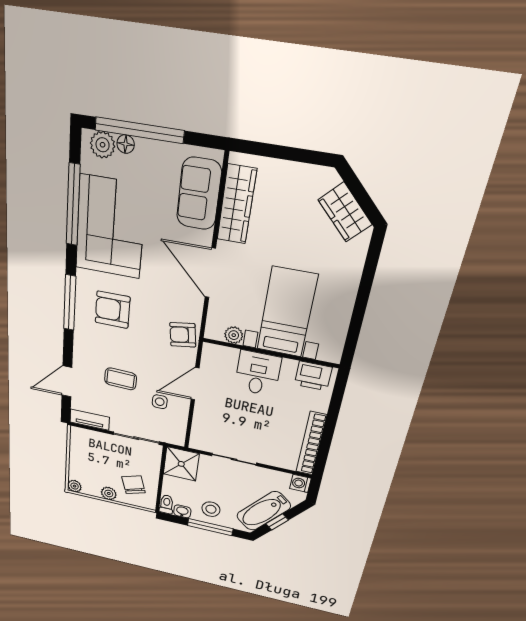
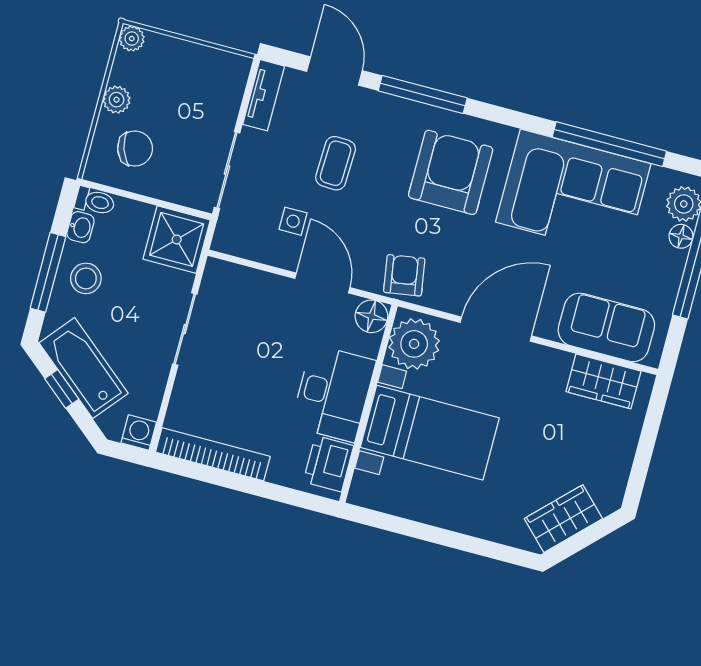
wardrobe: (237, 205) -> (603, 381), width x0.67
window: (70, 303) -> (423, 94), moved
armchair: (113, 310) -> (451, 172), width x1.36, depth x1.36
plant: (234, 335) -> (414, 344), width x1.88, depth x1.88
floor lamp: (212, 354) -> (371, 316), added
desk: (258, 373) -> (333, 393), width x1.37

